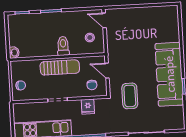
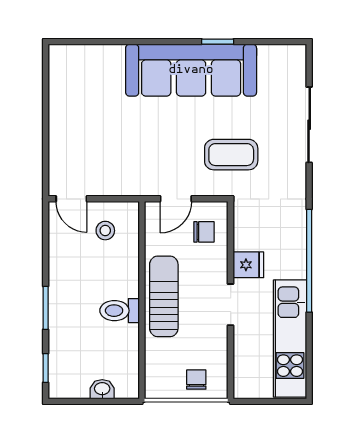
door: (104, 20) -> (71, 199), hinge flipped
toilet: (63, 46) -> (120, 311), moved
washbasin: (14, 52) -> (102, 389), moved
fridge: (88, 107) -> (248, 265), moved

